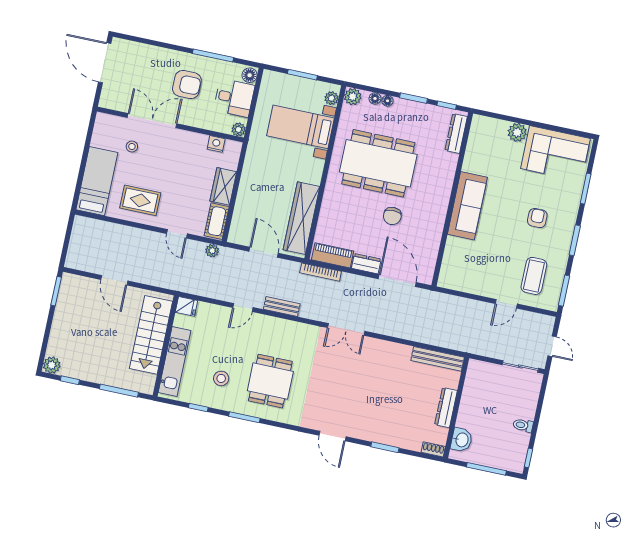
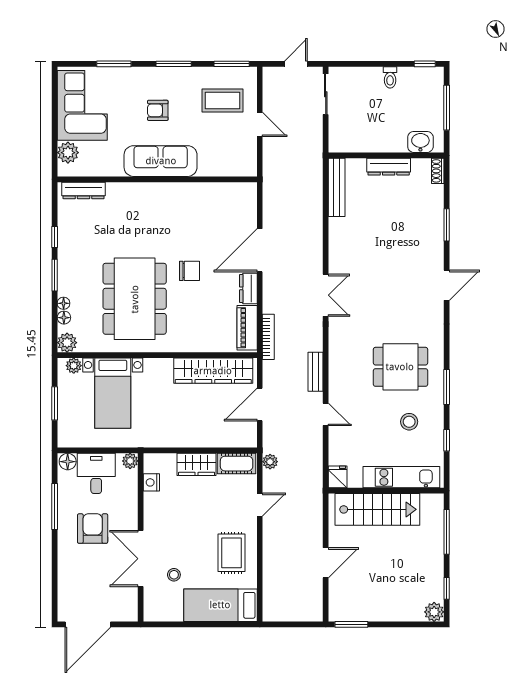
dresser: (456, 134) -> (84, 190), moved
wall: (452, 199) -> (157, 179), moved
sofa: (467, 206) -> (161, 161), moved

